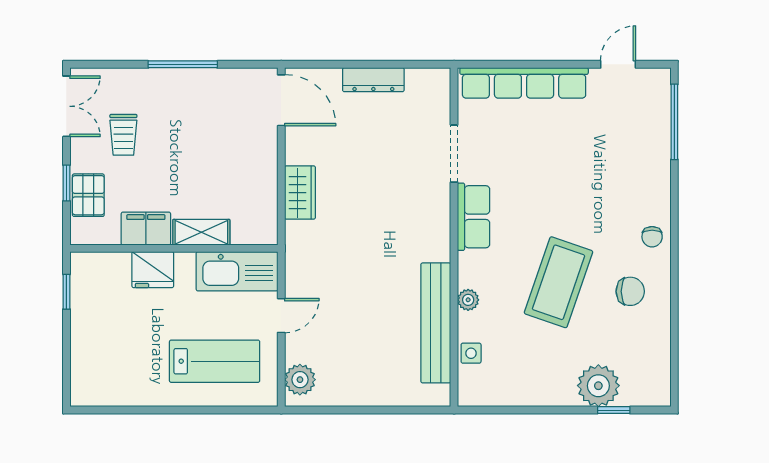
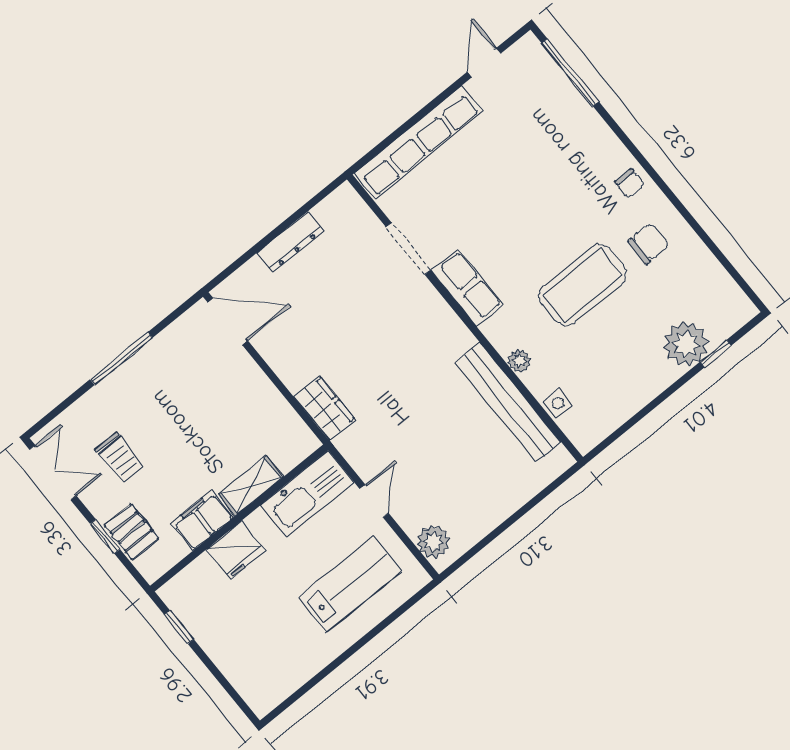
wardrobe: (300, 193) -> (325, 408), moved
coffee table: (559, 282) -> (583, 285), turned 71

